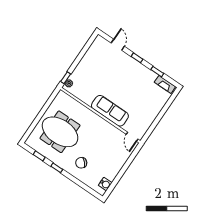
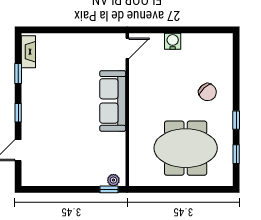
meeting table: (60, 132) -> (186, 148), turned 90
water cooler: (105, 184) -> (173, 41), moved

